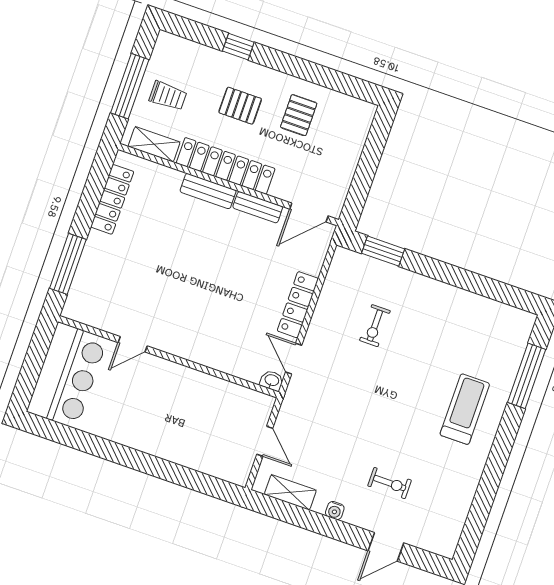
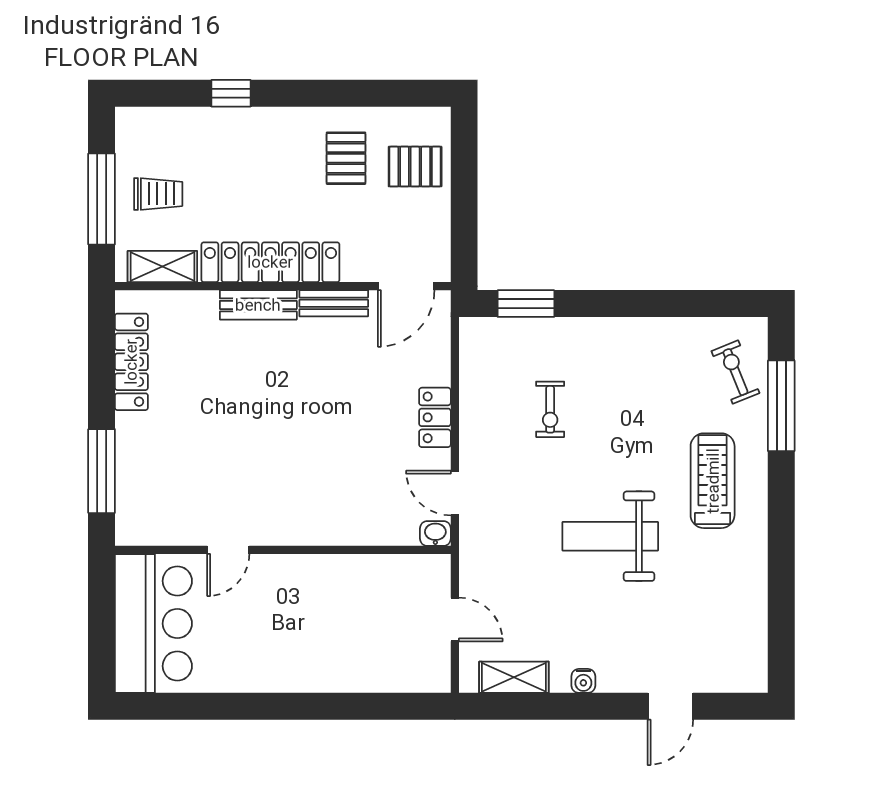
pallet: (240, 106) -> (415, 167), moved
locker: (298, 305) -> (435, 417), width x0.66
weight bench: (385, 422) -> (610, 536), added
exercise bike: (390, 483) -> (735, 372), moved, turned -112

